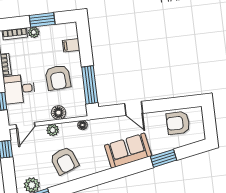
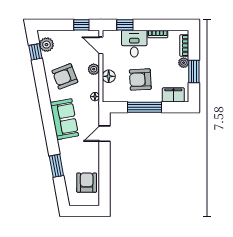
filing cabinet: (71, 45) -> (173, 95), width x2.00
window: (90, 85) -> (145, 107), moved
door: (134, 108) -> (104, 134), moved
sofa: (128, 151) -> (64, 119), moved

